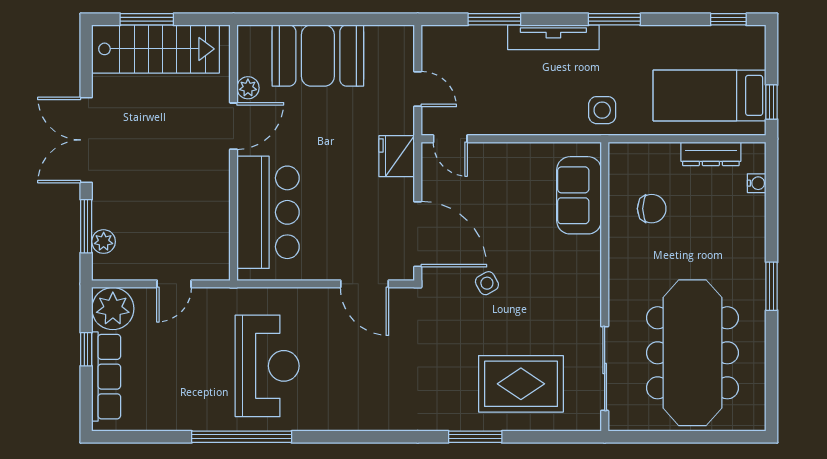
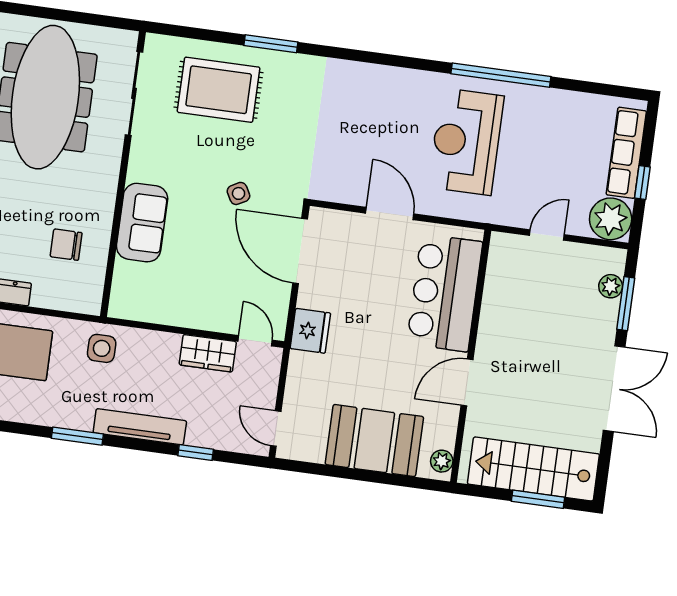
window: (494, 19) -> (196, 452), width x0.67
plant: (248, 88) -> (442, 461), moved
door: (418, 89) -> (276, 429), moved
wardrobe: (496, 120) -> (208, 353), added
sofa: (579, 195) -> (142, 223), moved
door: (364, 284) -> (390, 213), moved

